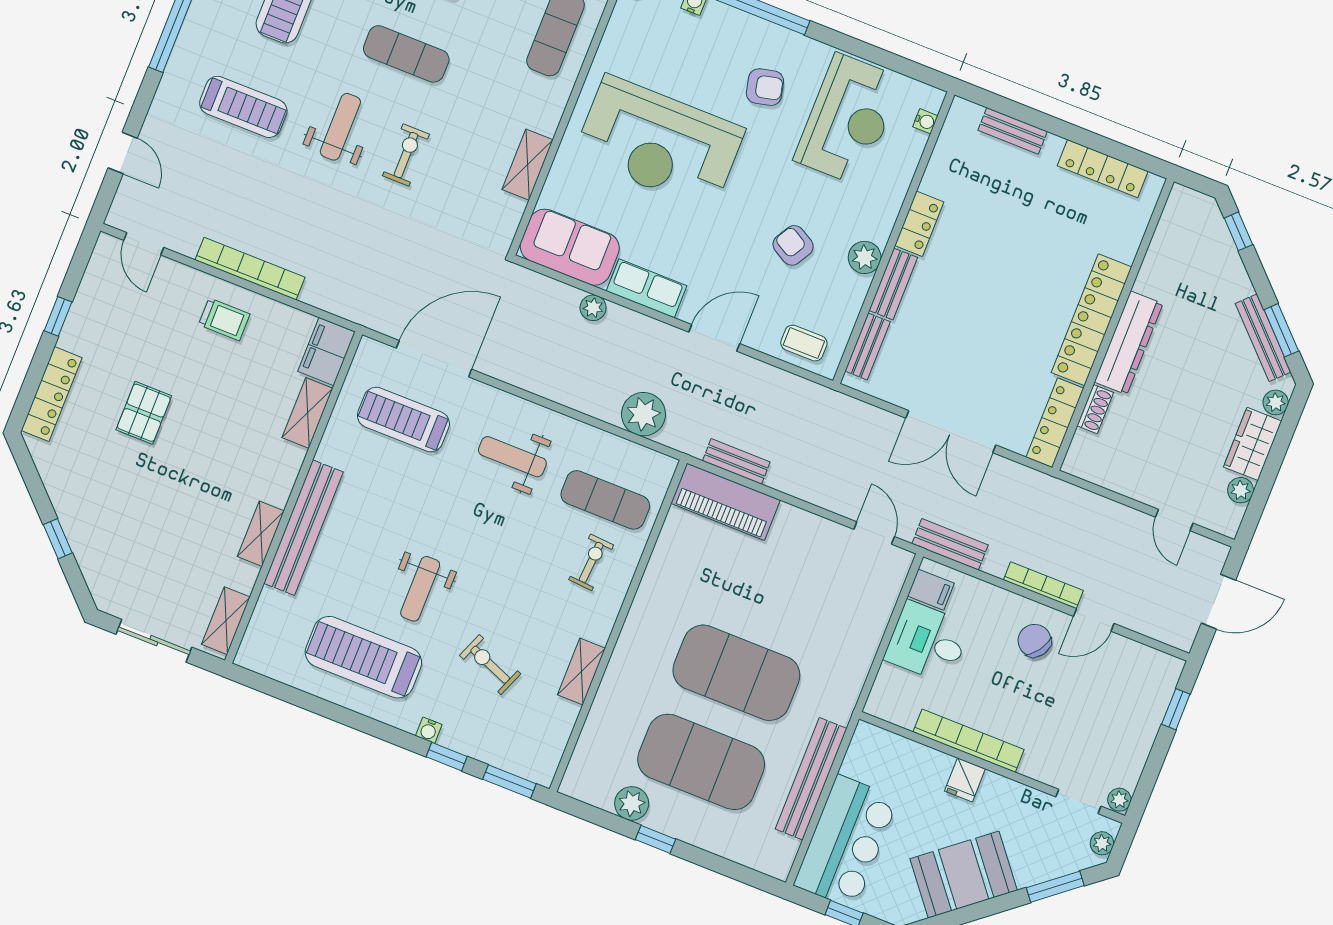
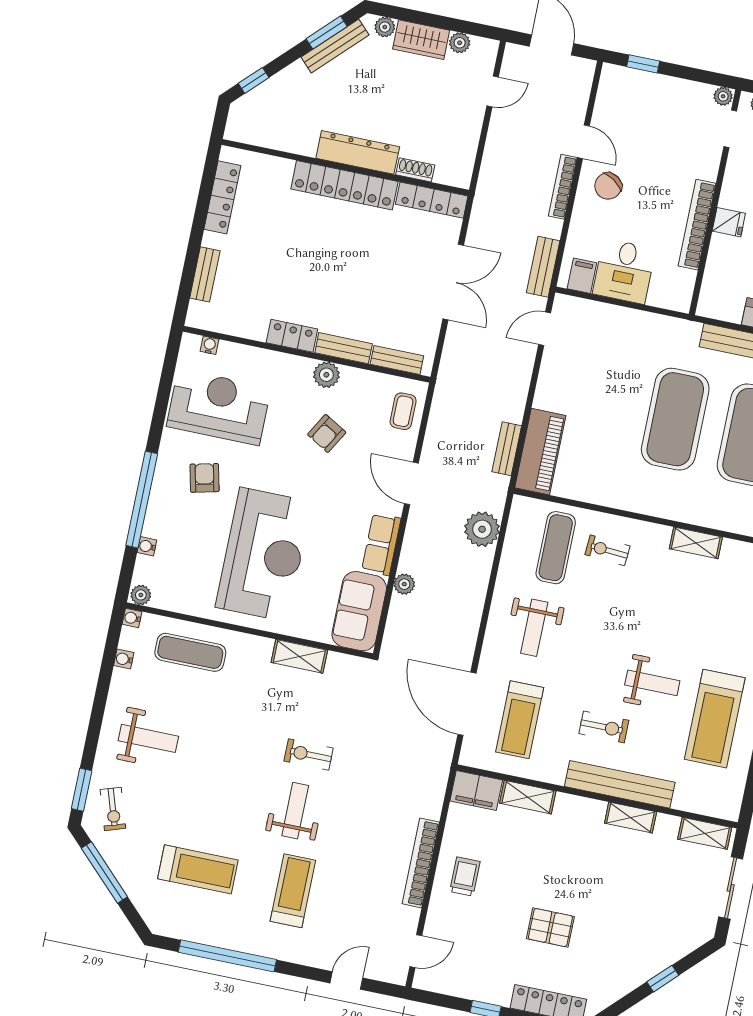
exercise mat: (406, 54) -> (228, 768), removed
weight bench: (340, 127) -> (295, 811), turned 90
exercise bike: (490, 665) -> (604, 727), moved, turned -112

